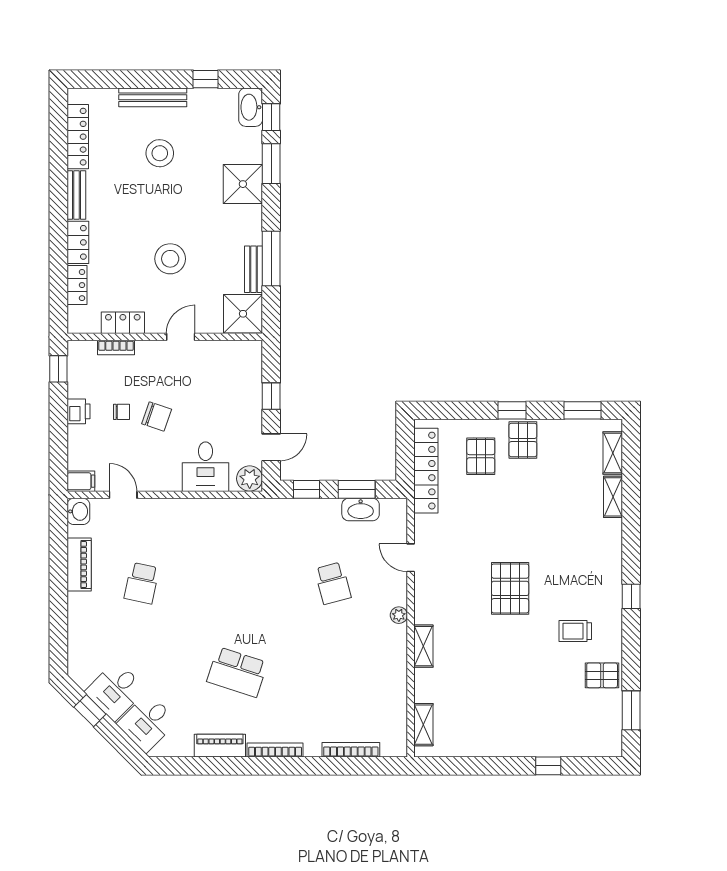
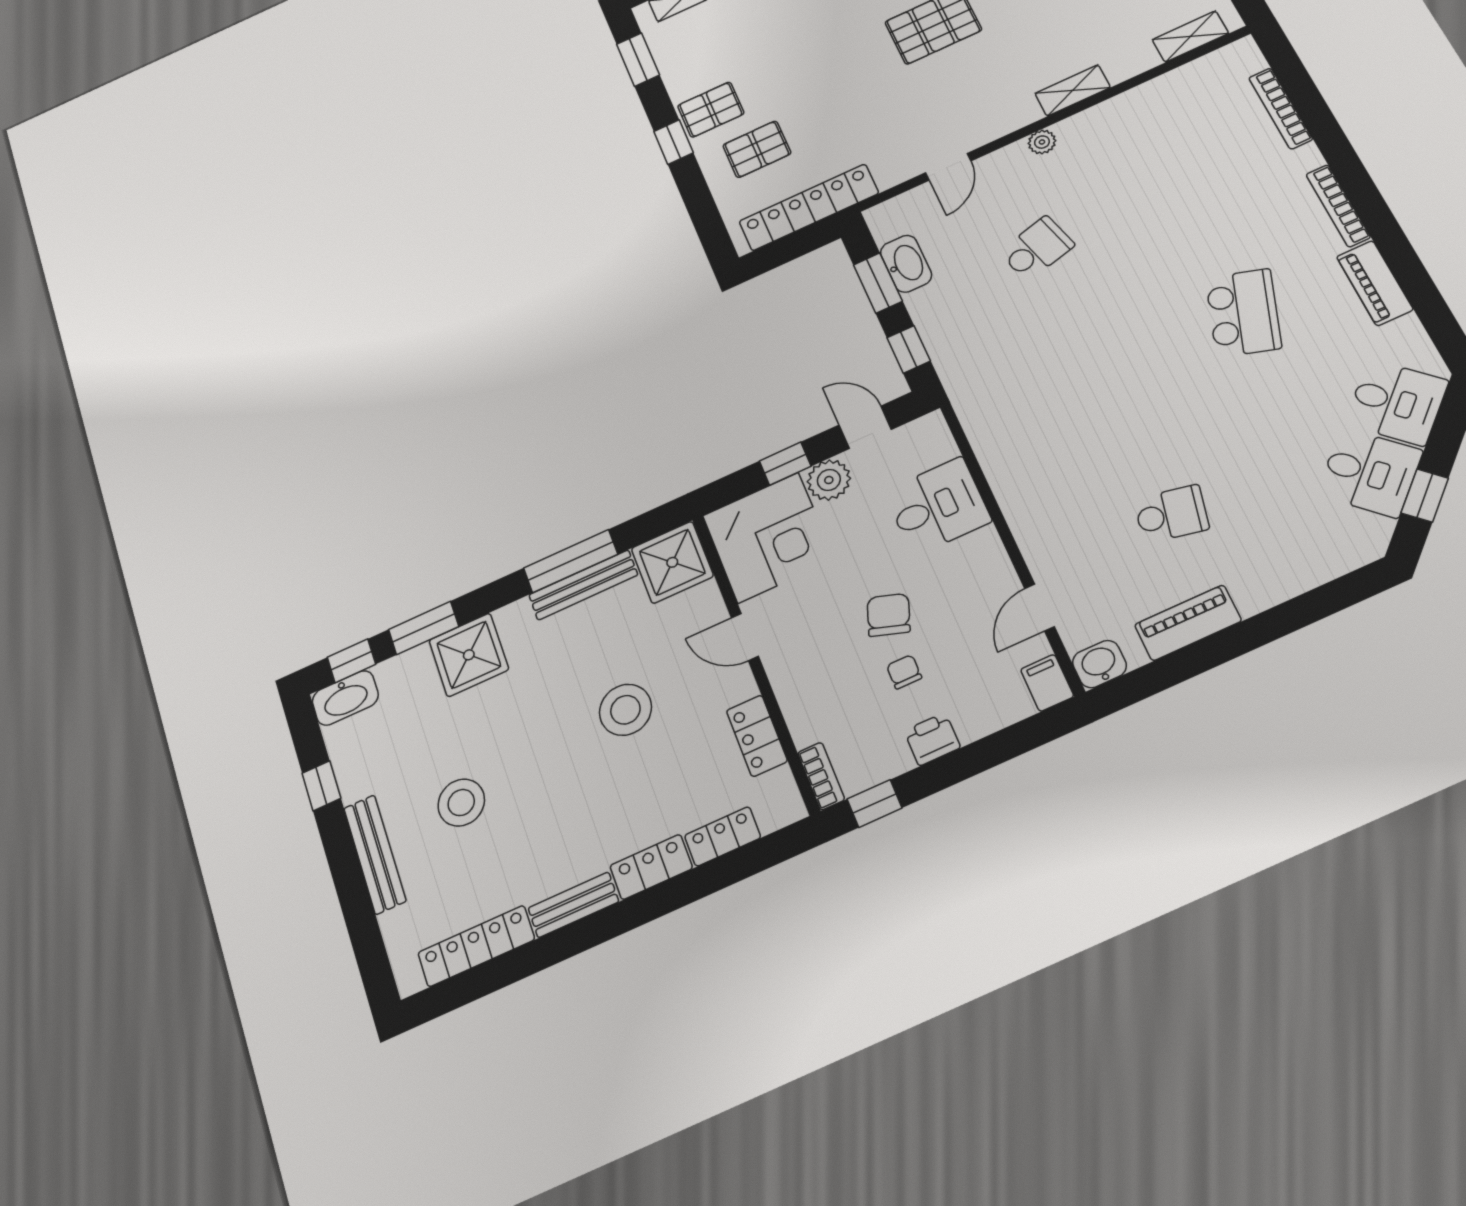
bench: (254, 269) -> (583, 585), width x1.36
bookcase: (116, 347) -> (821, 776), moved
corner desk: (232, 371) -> (768, 537), added
plant: (250, 479) -> (829, 480), moved

